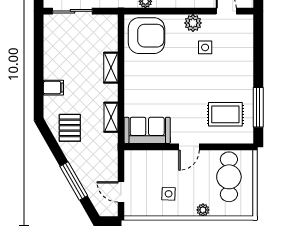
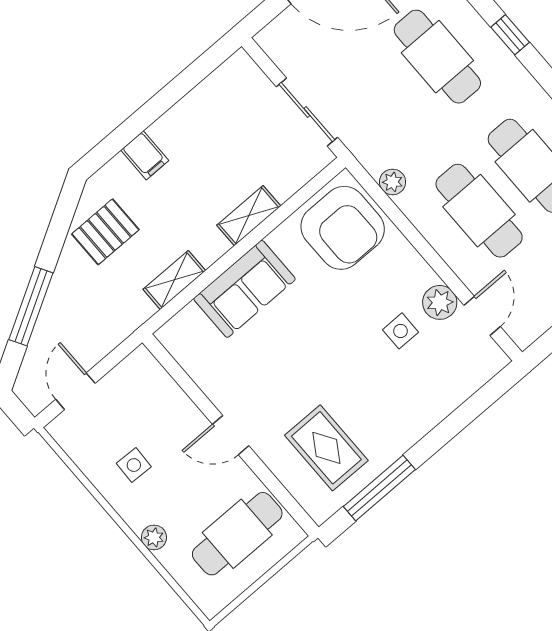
sliding door: (72, 11) -> (307, 112), moved
plant: (193, 23) -> (440, 302), moved
sofa: (147, 130) -> (245, 289), moved, turned 90

